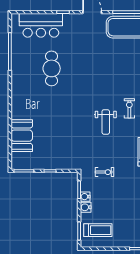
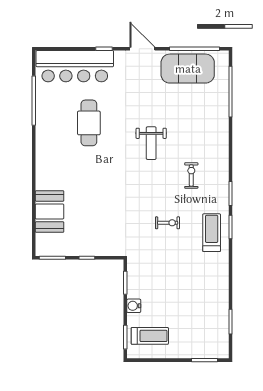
bar counter: (41, 25) -> (75, 66), width x1.36
weight bench: (106, 122) -> (151, 143), moved
exercise bike: (105, 172) -> (168, 223), moved
water cooler: (85, 197) -> (133, 292), removed

